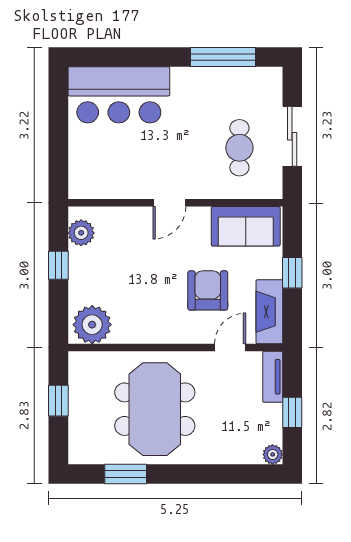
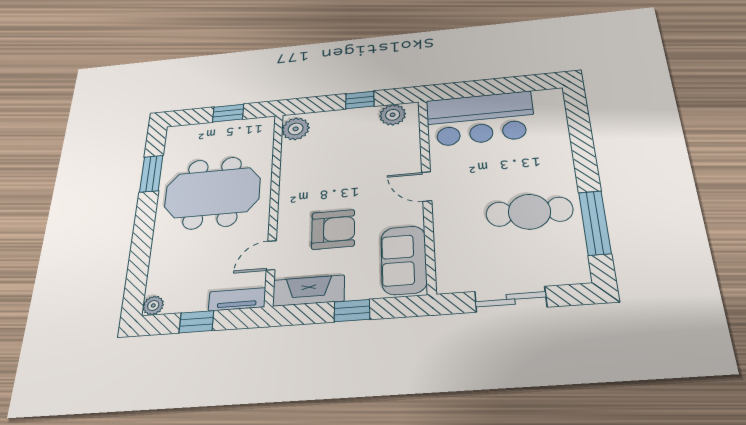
bar counter: (119, 95) -> (480, 119), moved, turned -90
cafe table: (239, 148) -> (529, 212), moved, width x1.37, depth x1.35
plant: (92, 325) -> (296, 129), width x0.73, depth x0.73
door: (230, 347) -> (271, 255), swing flipped

